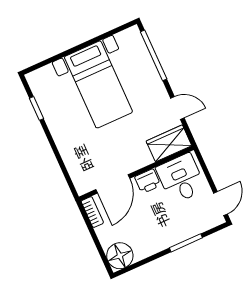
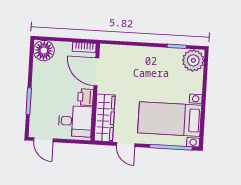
plant: (43, 82) -> (193, 60), added
bed with nightstands: (98, 84) -> (170, 119), moved
door: (177, 108) -> (126, 145), hinge flipped
wardrobe: (169, 143) -> (105, 118), width x1.50

